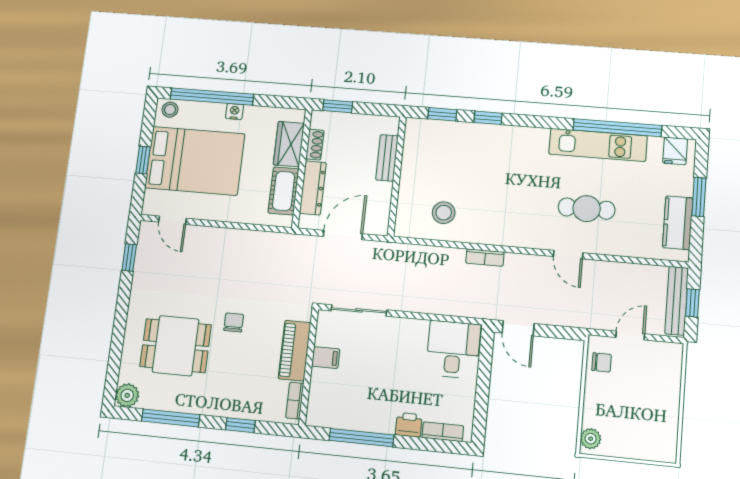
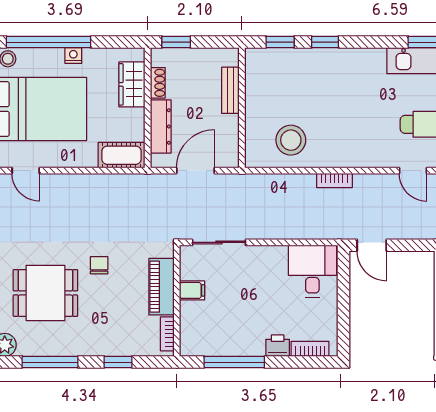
cot: (283, 191) -> (122, 155), moved, turned 90
stool: (444, 213) -> (291, 140), width x1.38, depth x1.38

